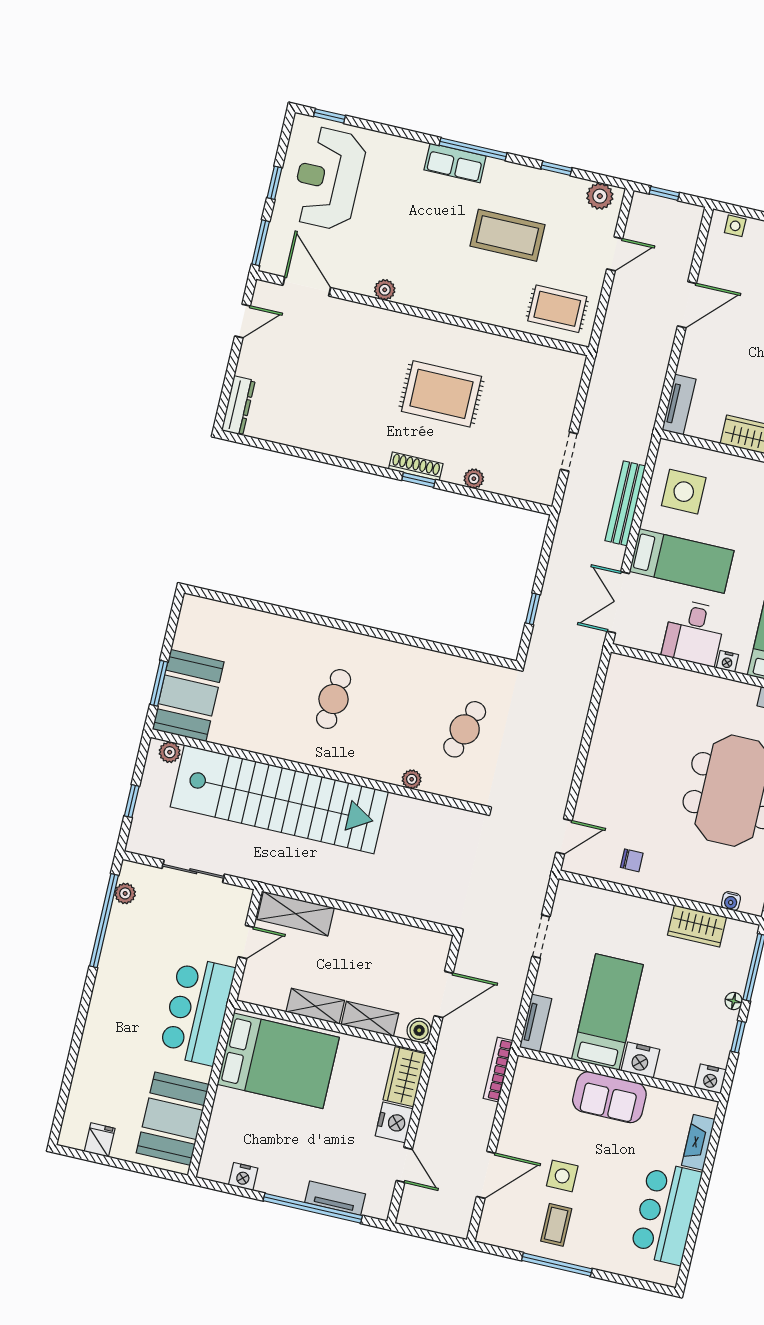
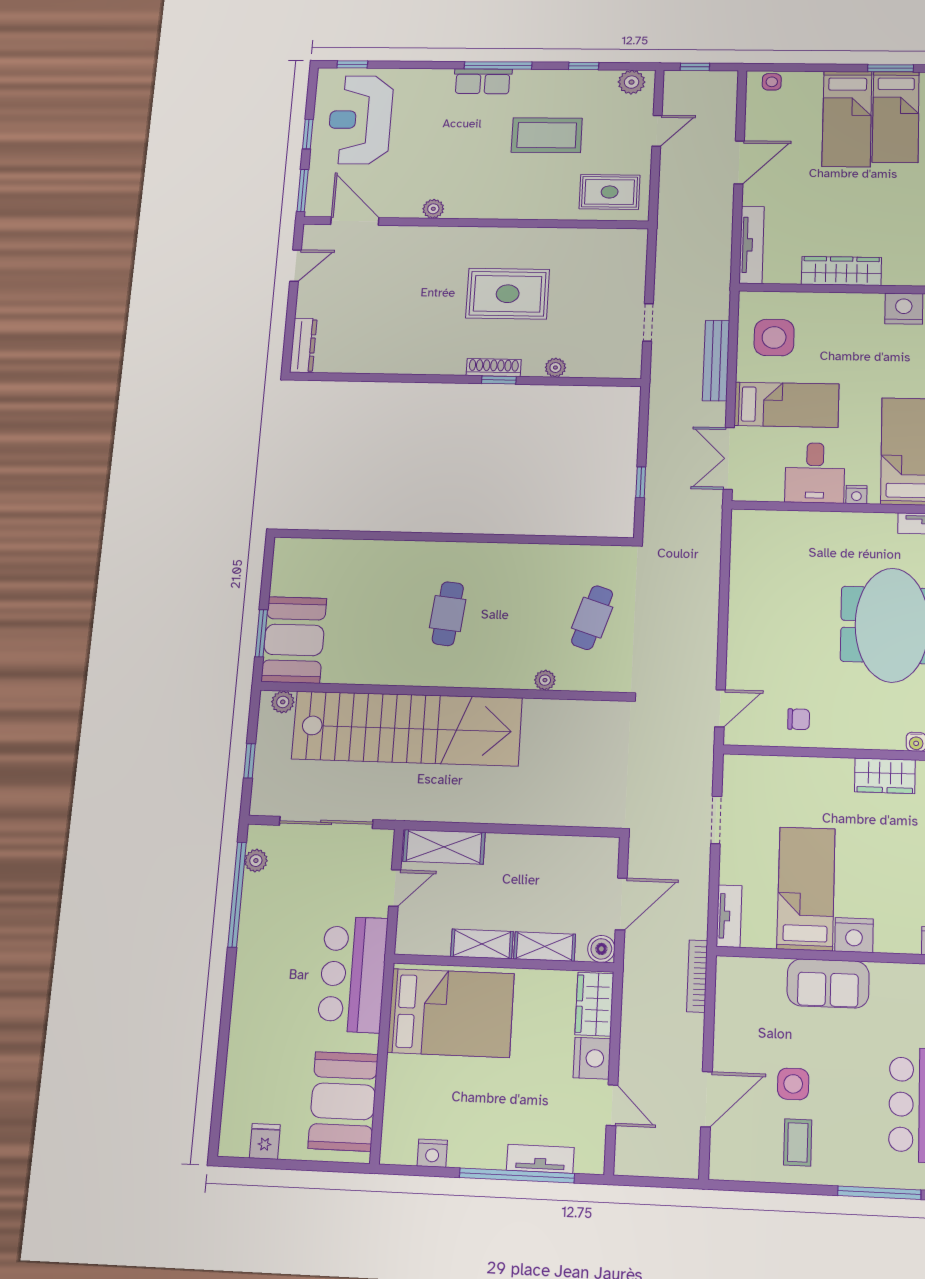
tv unit: (679, 405) -> (752, 245), width x1.41
sliding door: (193, 871) -> (326, 822), width x1.37
window: (557, 1265) -> (879, 1193), moved

